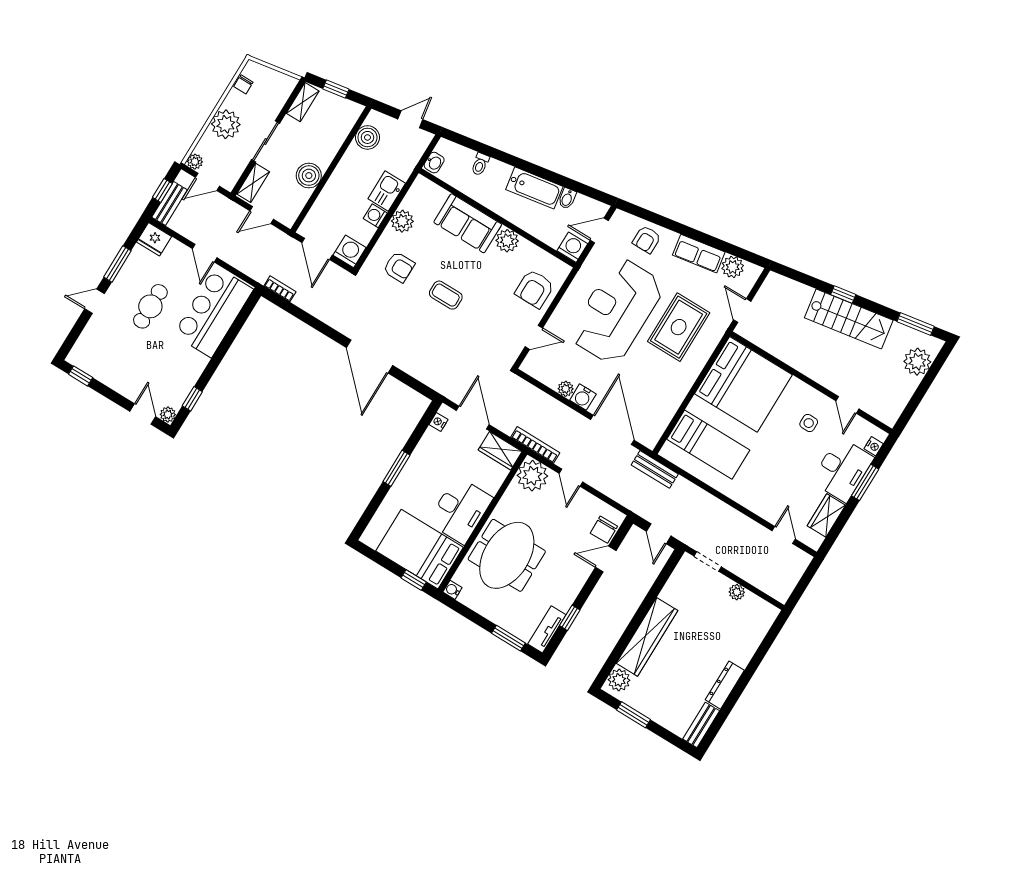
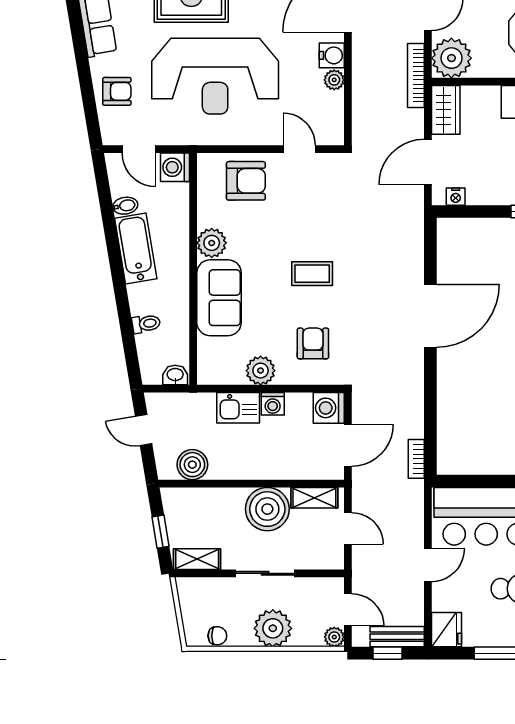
boiler: (309, 176) -> (267, 509), width x1.37, depth x1.37
shelving: (253, 183) -> (314, 498), moved
coffee table: (446, 295) -> (312, 274), turned 90

